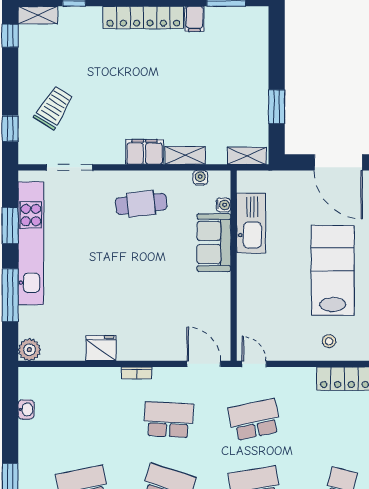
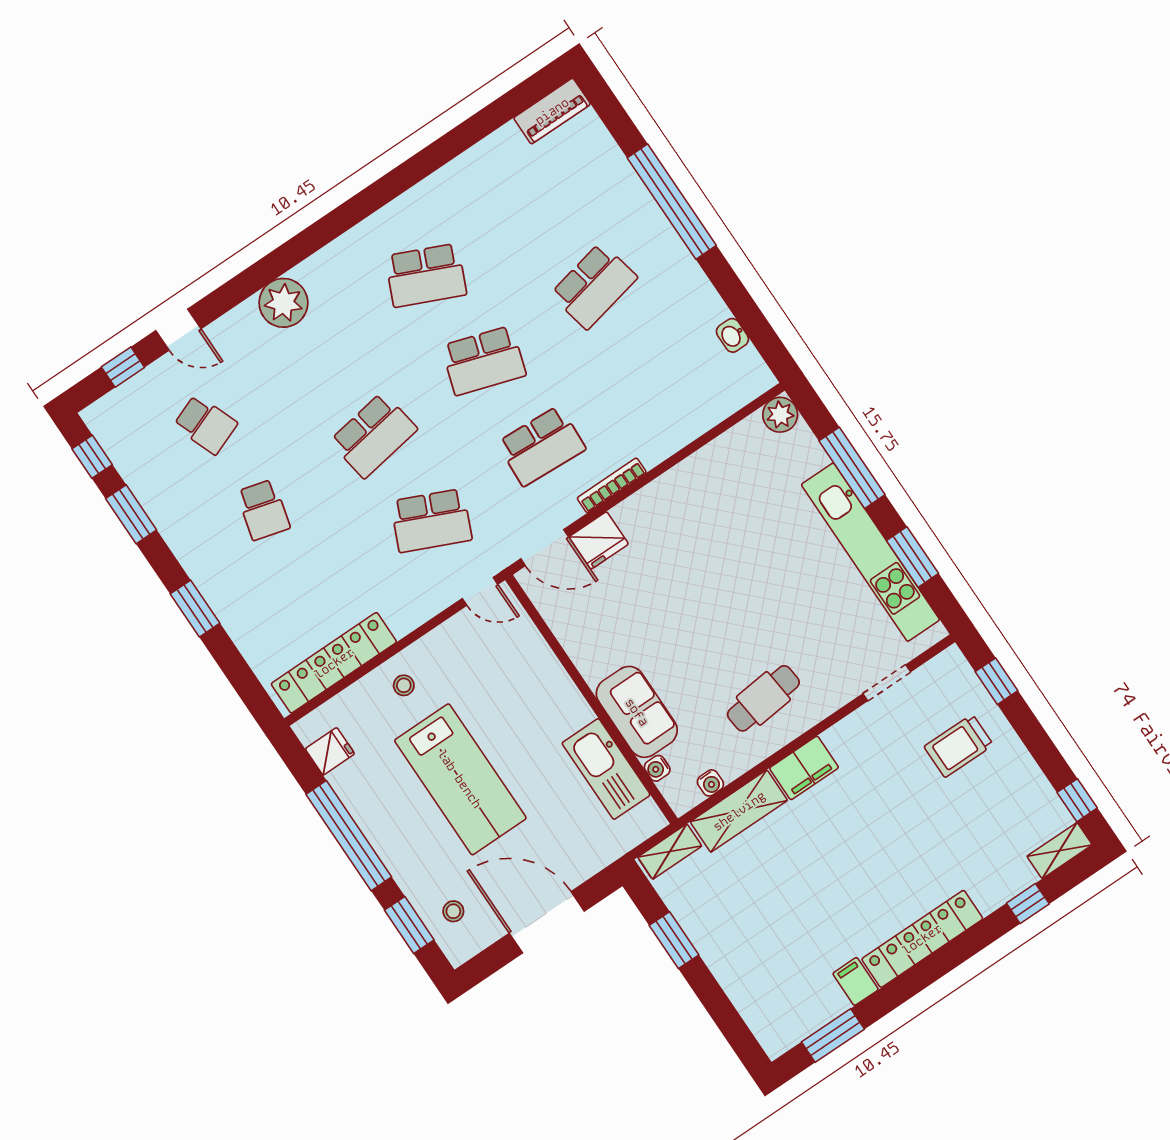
trolley: (54, 108) -> (959, 746), turned 58
shelving: (185, 155) -> (739, 811), width x1.50, depth x1.33
doorway: (69, 167) -> (887, 683), width x0.73
fridge: (101, 348) -> (599, 540), moved
bookcase: (137, 373) -> (612, 485), width x1.56
school desk: (255, 420) -> (431, 520), turned 36

